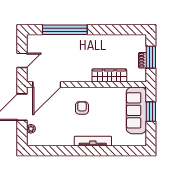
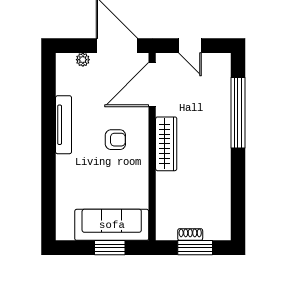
wardrobe: (109, 76) -> (166, 144), moved
door: (47, 85) -> (152, 85), hinge flipped
tv unit: (93, 141) -> (64, 125), moved

